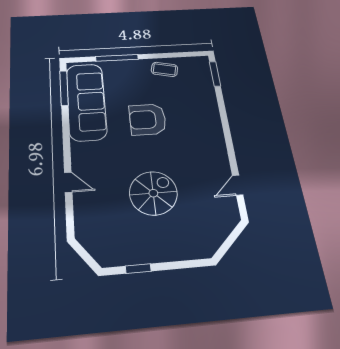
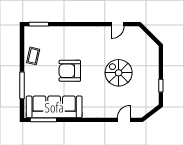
armchair: (148, 119) -> (70, 71), turned 90
door: (68, 182) -> (124, 120), moved
door: (238, 185) -> (118, 24), hinge flipped

